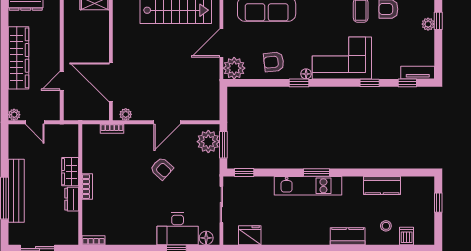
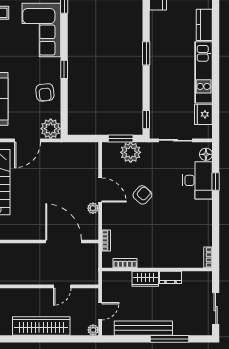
door: (221, 43) -> (28, 140), hinge flipped
floor lamp: (306, 74) -> (56, 63), removed
door: (62, 81) -> (62, 286), hinge flipped
door: (111, 82) -> (64, 241), swing flipped
plant: (126, 114) -> (93, 208), moved
plant: (208, 142) -> (131, 152), moved
kitchen unit: (308, 186) -> (204, 72), moved, turned 180
bookcase: (87, 187) -> (125, 263), moved
bench: (16, 191) -> (143, 328), moved

